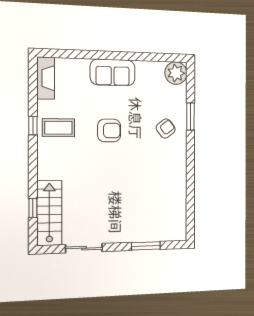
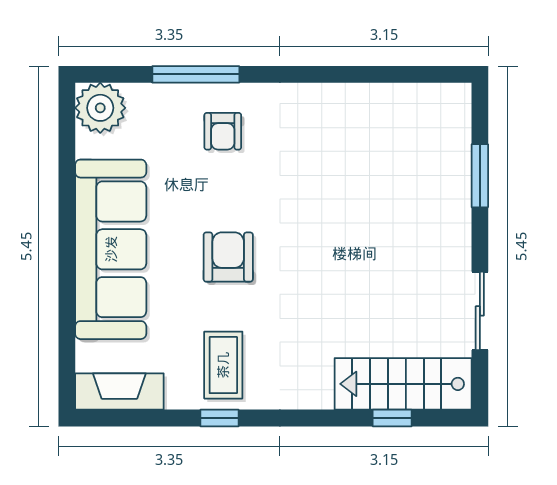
sofa: (113, 72) -> (111, 249), width x1.85, depth x1.27
window: (190, 117) -> (196, 74), width x1.44
armchair: (166, 128) -> (223, 131), turned -142

